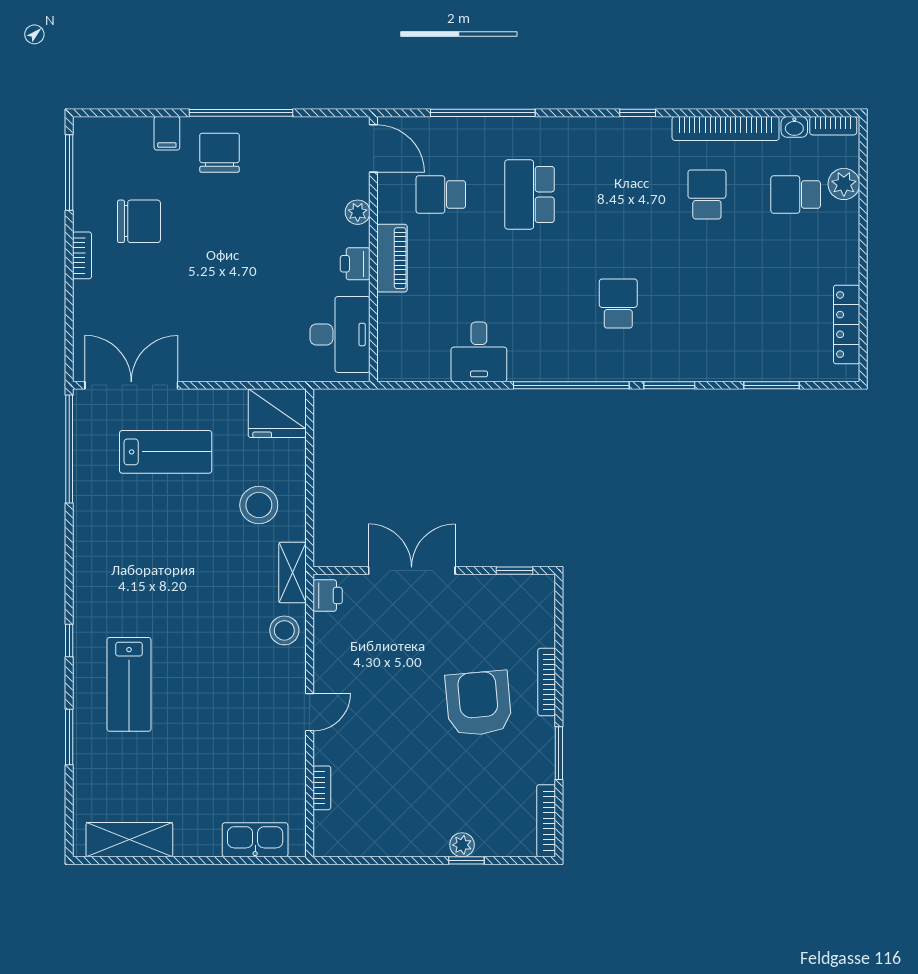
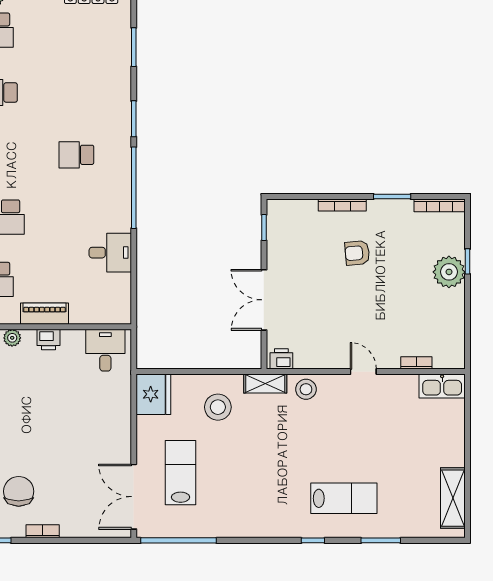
desk: (340, 334) -> (105, 350), width x0.73
armchair: (478, 703) -> (357, 253), width x0.53, depth x0.53
kitchen sink: (255, 840) -> (442, 386), moved, turned -90
plant: (462, 845) -> (449, 272), width x1.87, depth x1.87

